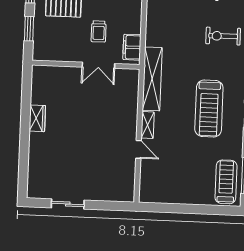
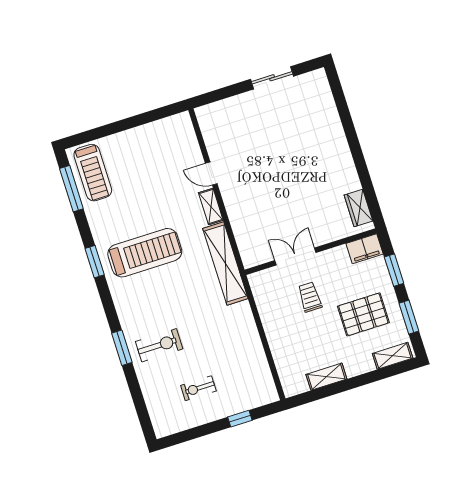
filing cabinet: (132, 47) -> (365, 249), moved, turned 90
treadmill: (209, 108) -> (145, 253), turned 90
wardrobe: (37, 118) -> (358, 208), moved

